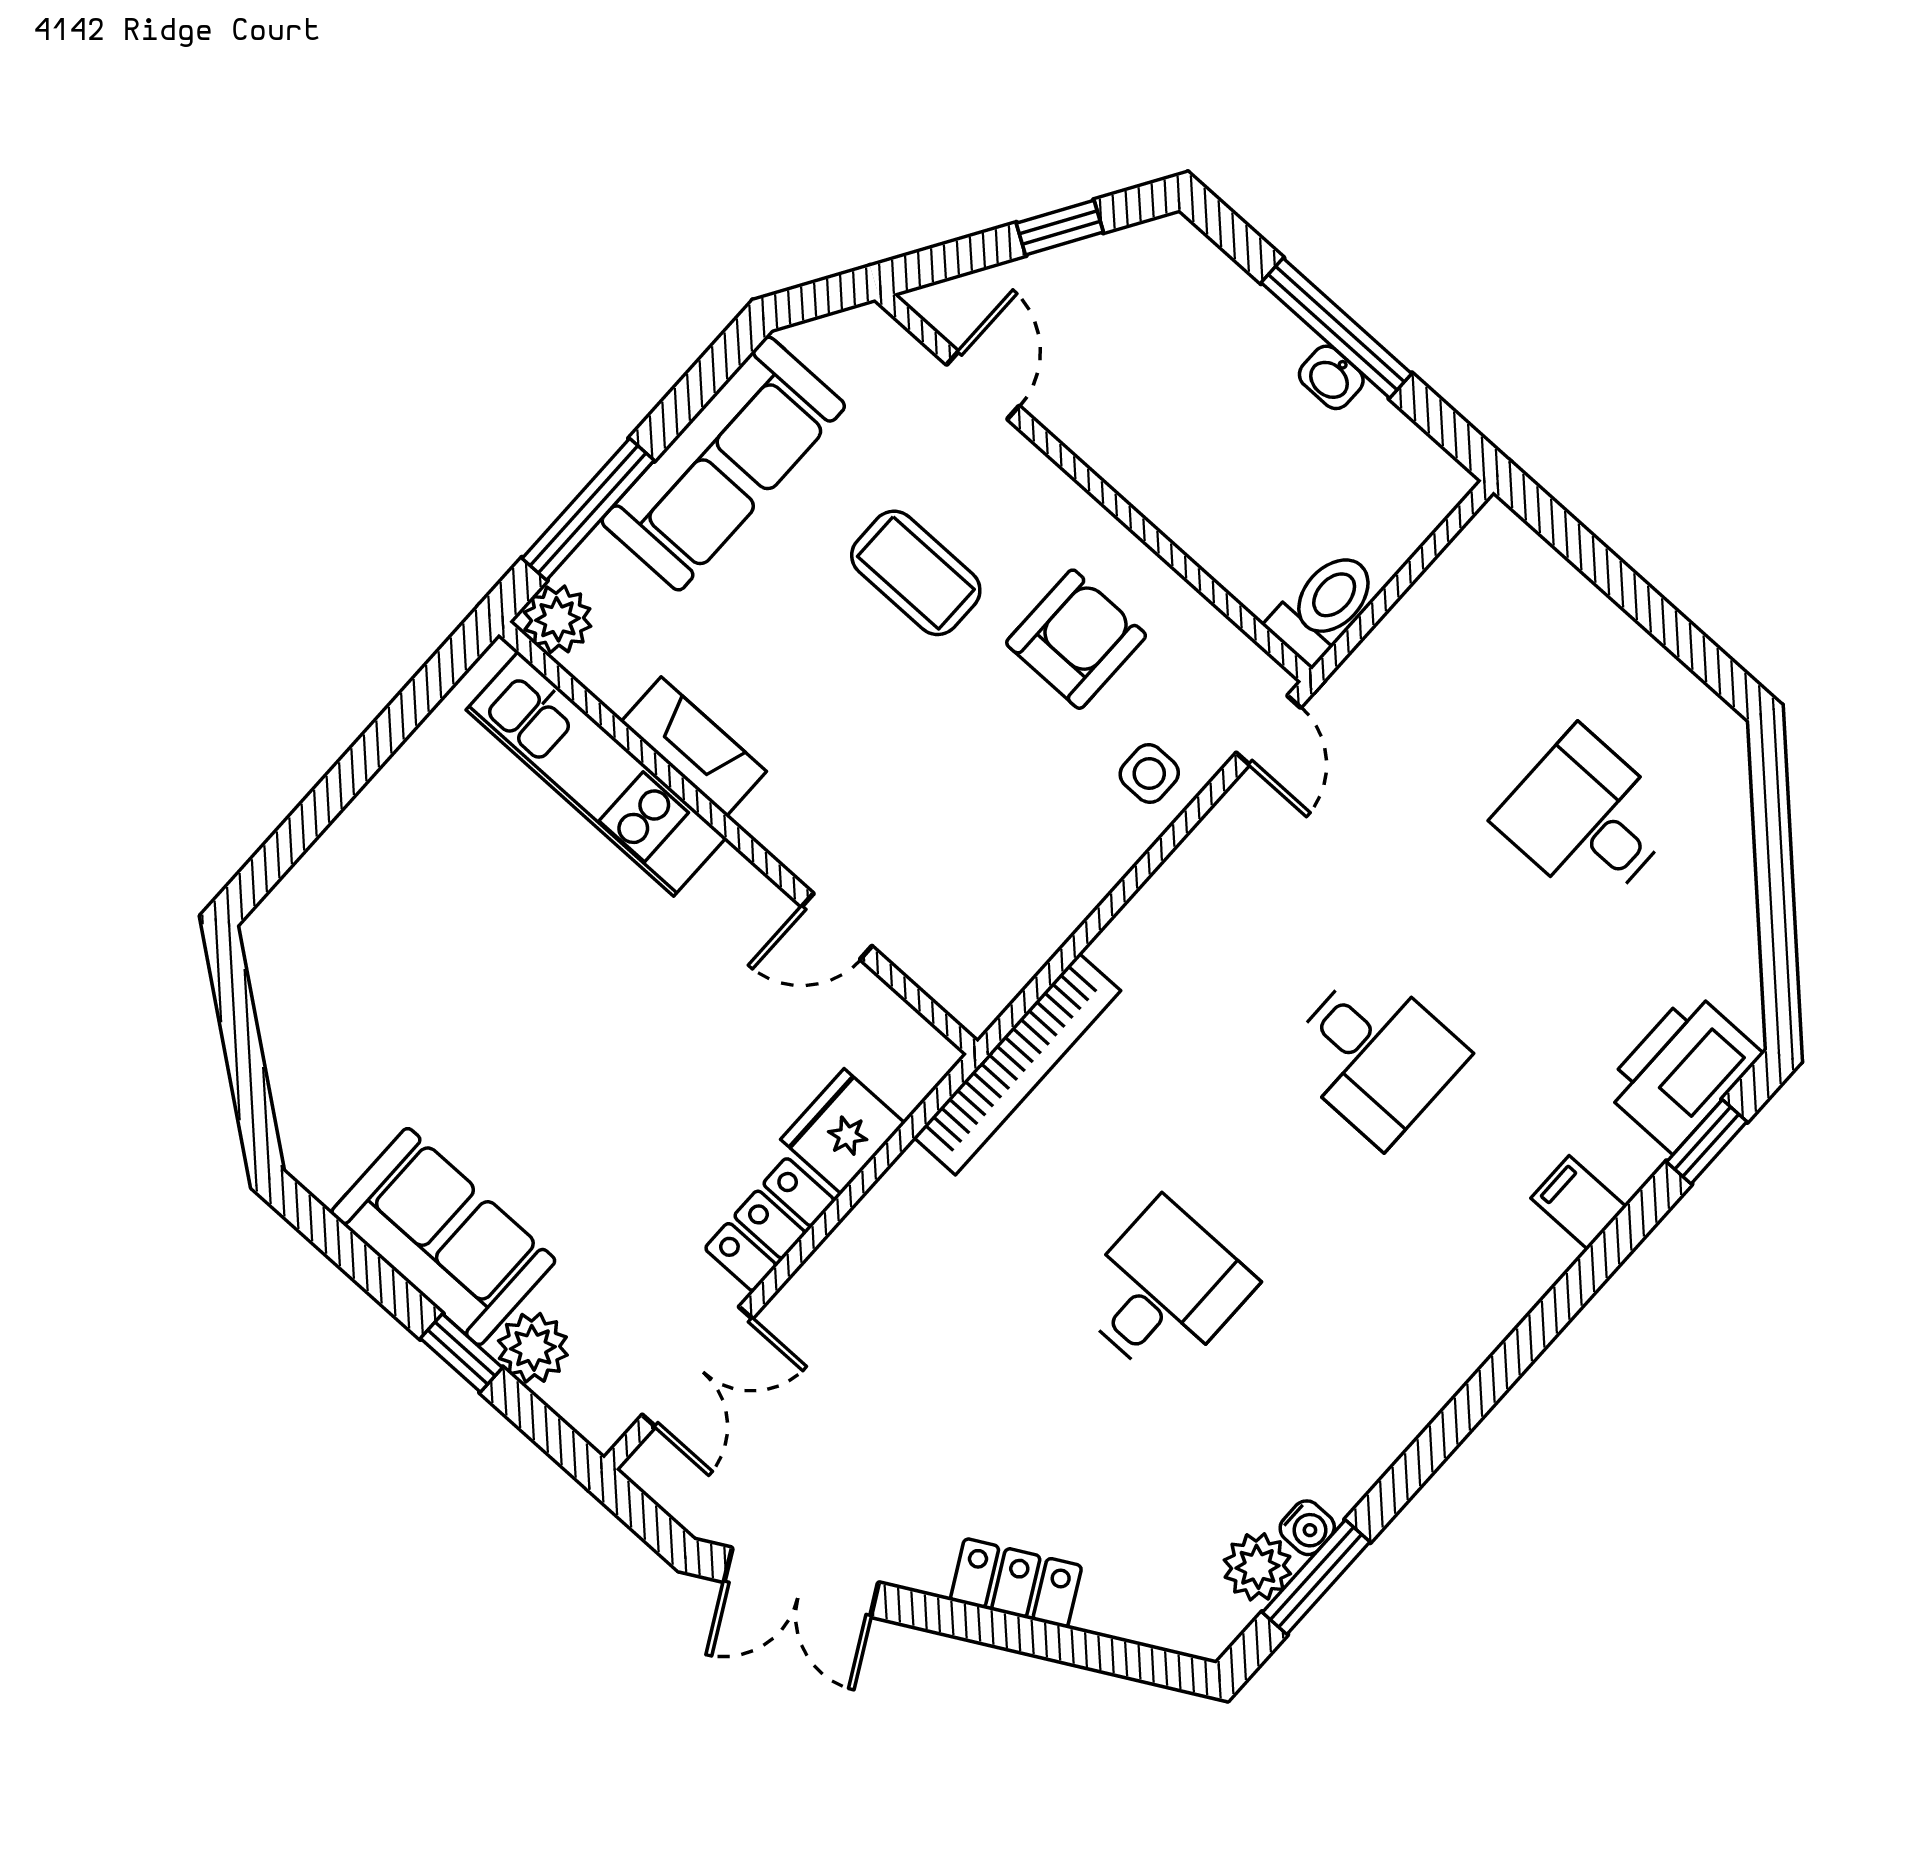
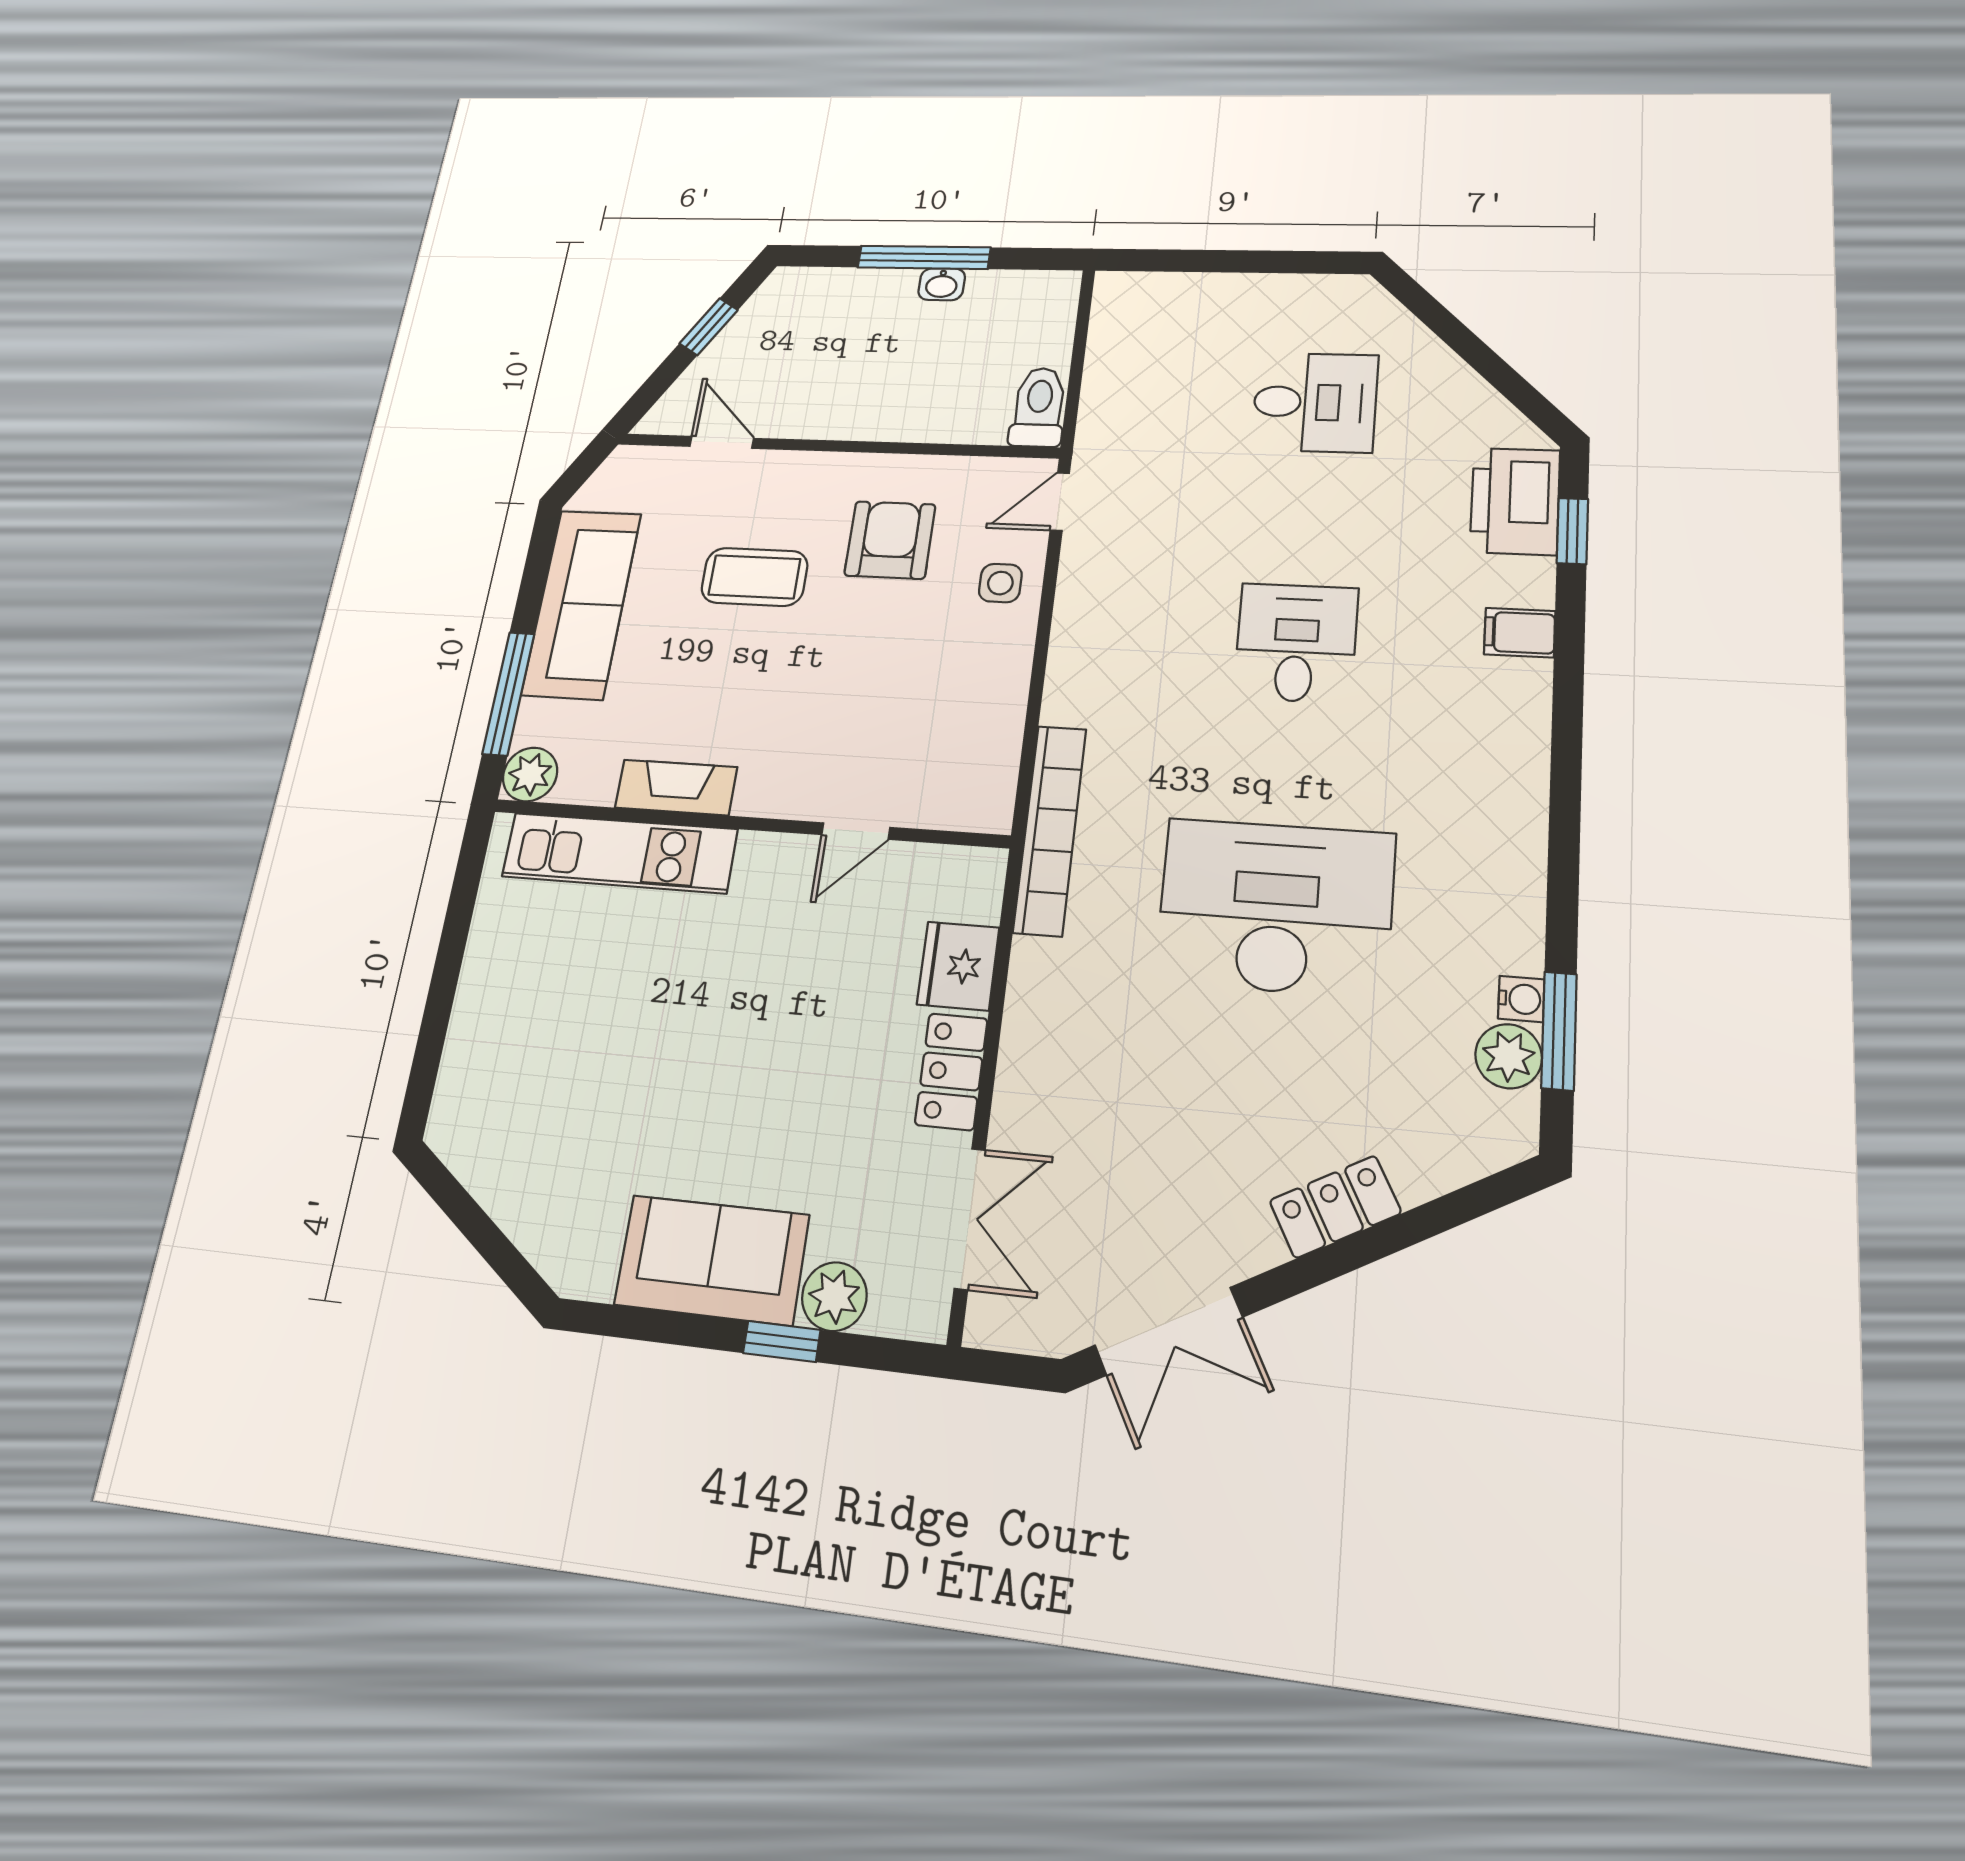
door: (1268, 730) -> (1060, 502), swing flipped
desk: (1587, 819) -> (1315, 402), turned 180
desk: (1375, 1055) -> (1296, 643), turned -90
desk: (1163, 1291) -> (1275, 907), width x1.87, depth x1.30

